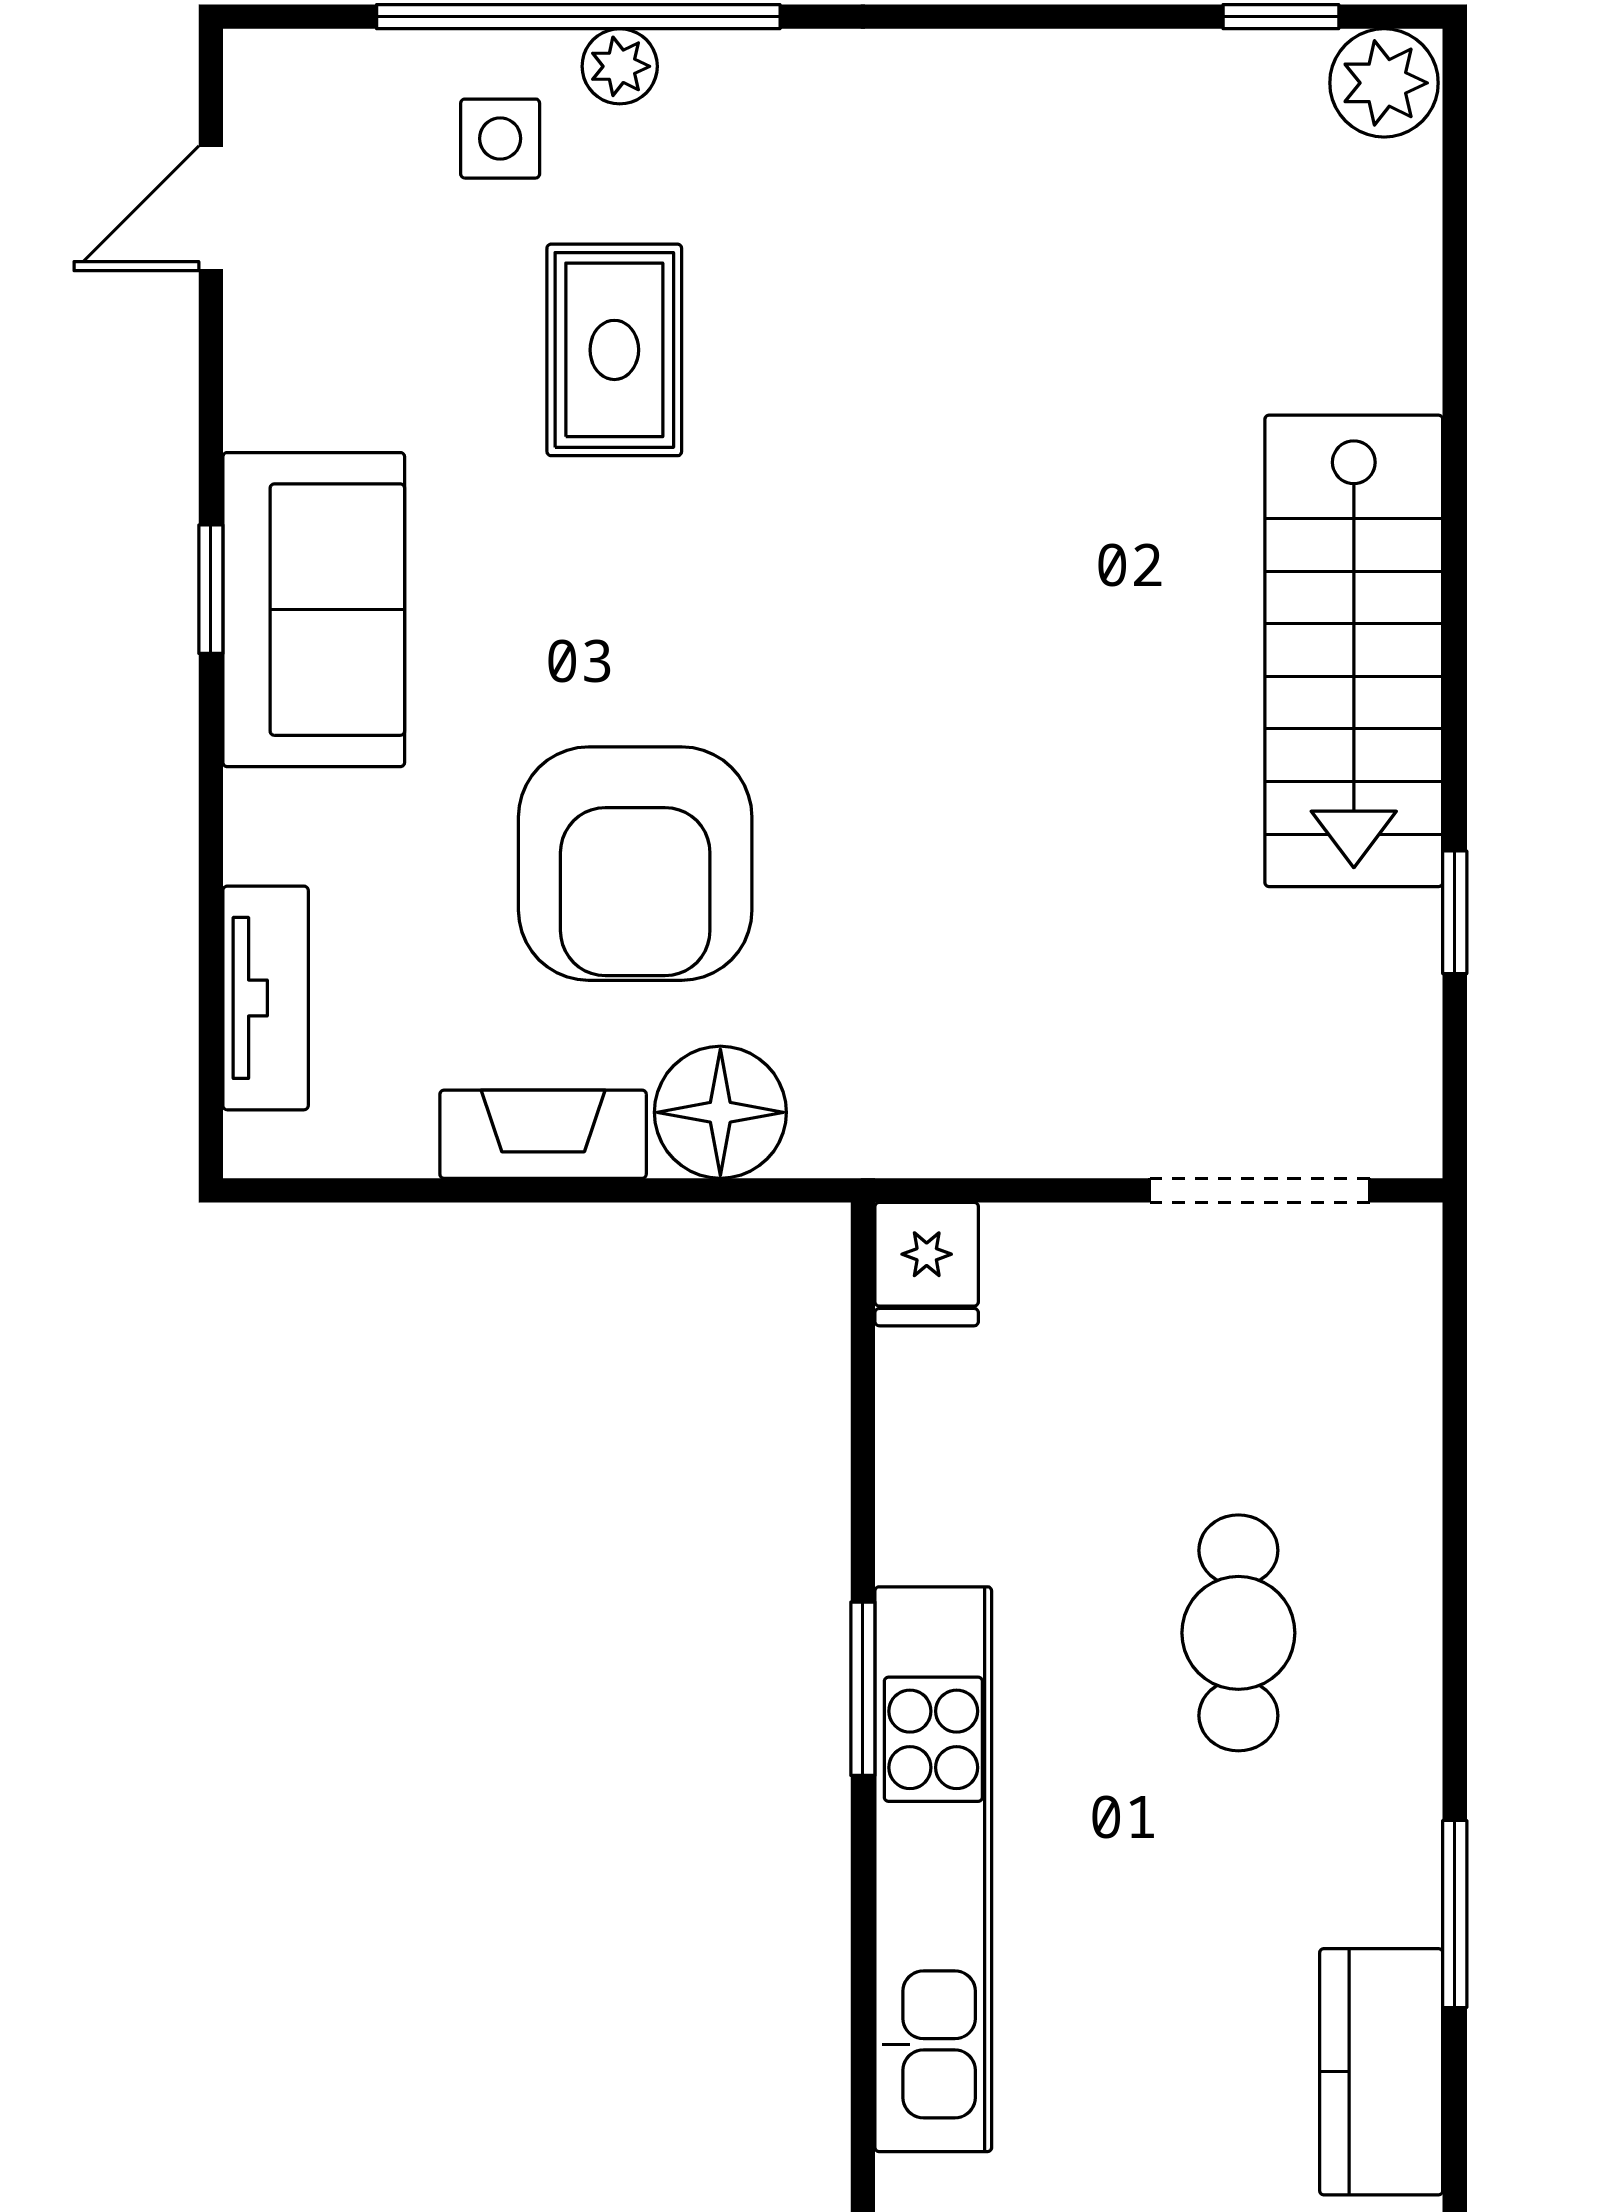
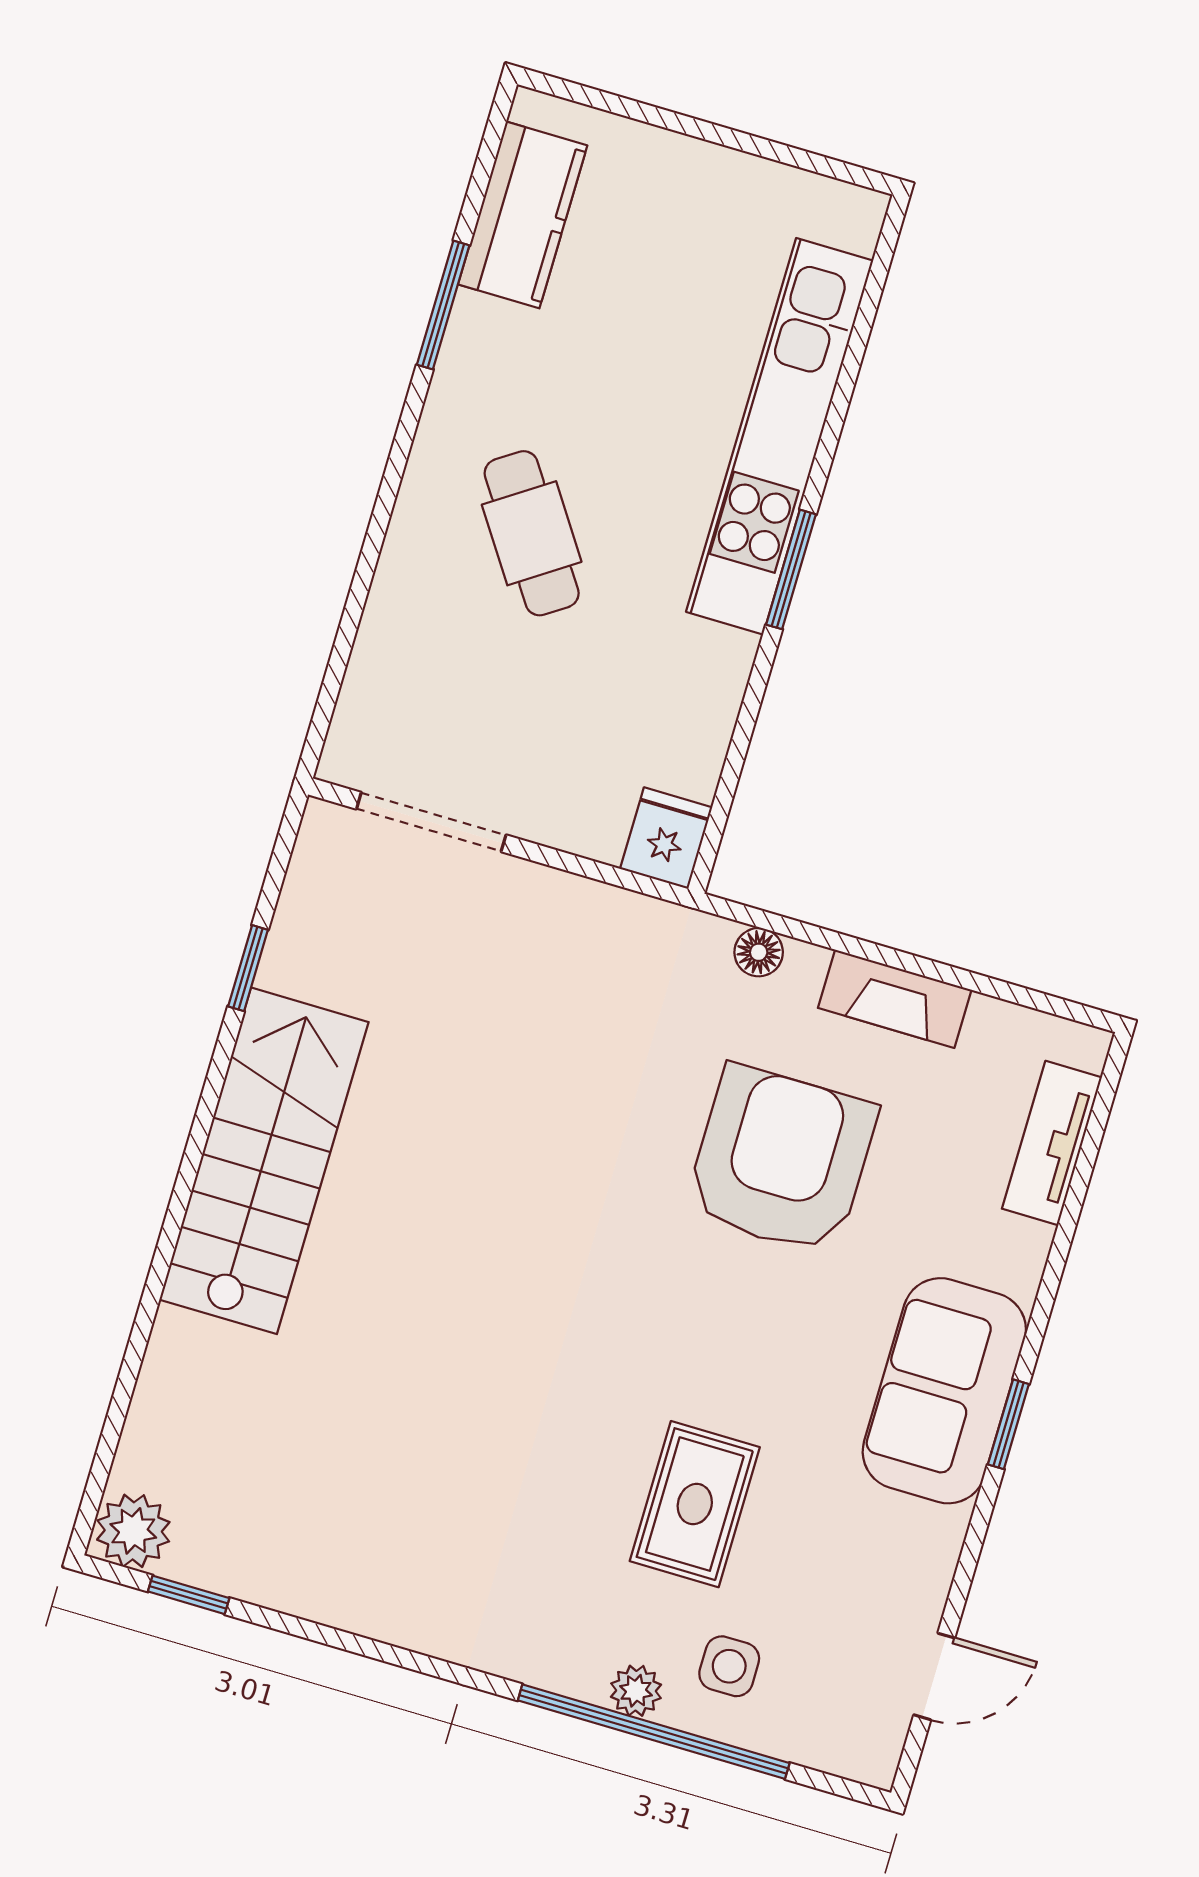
floor lamp: (720, 1112) -> (759, 952), width x0.53, depth x0.53
cafe table: (1238, 1633) -> (532, 533), turned -34

